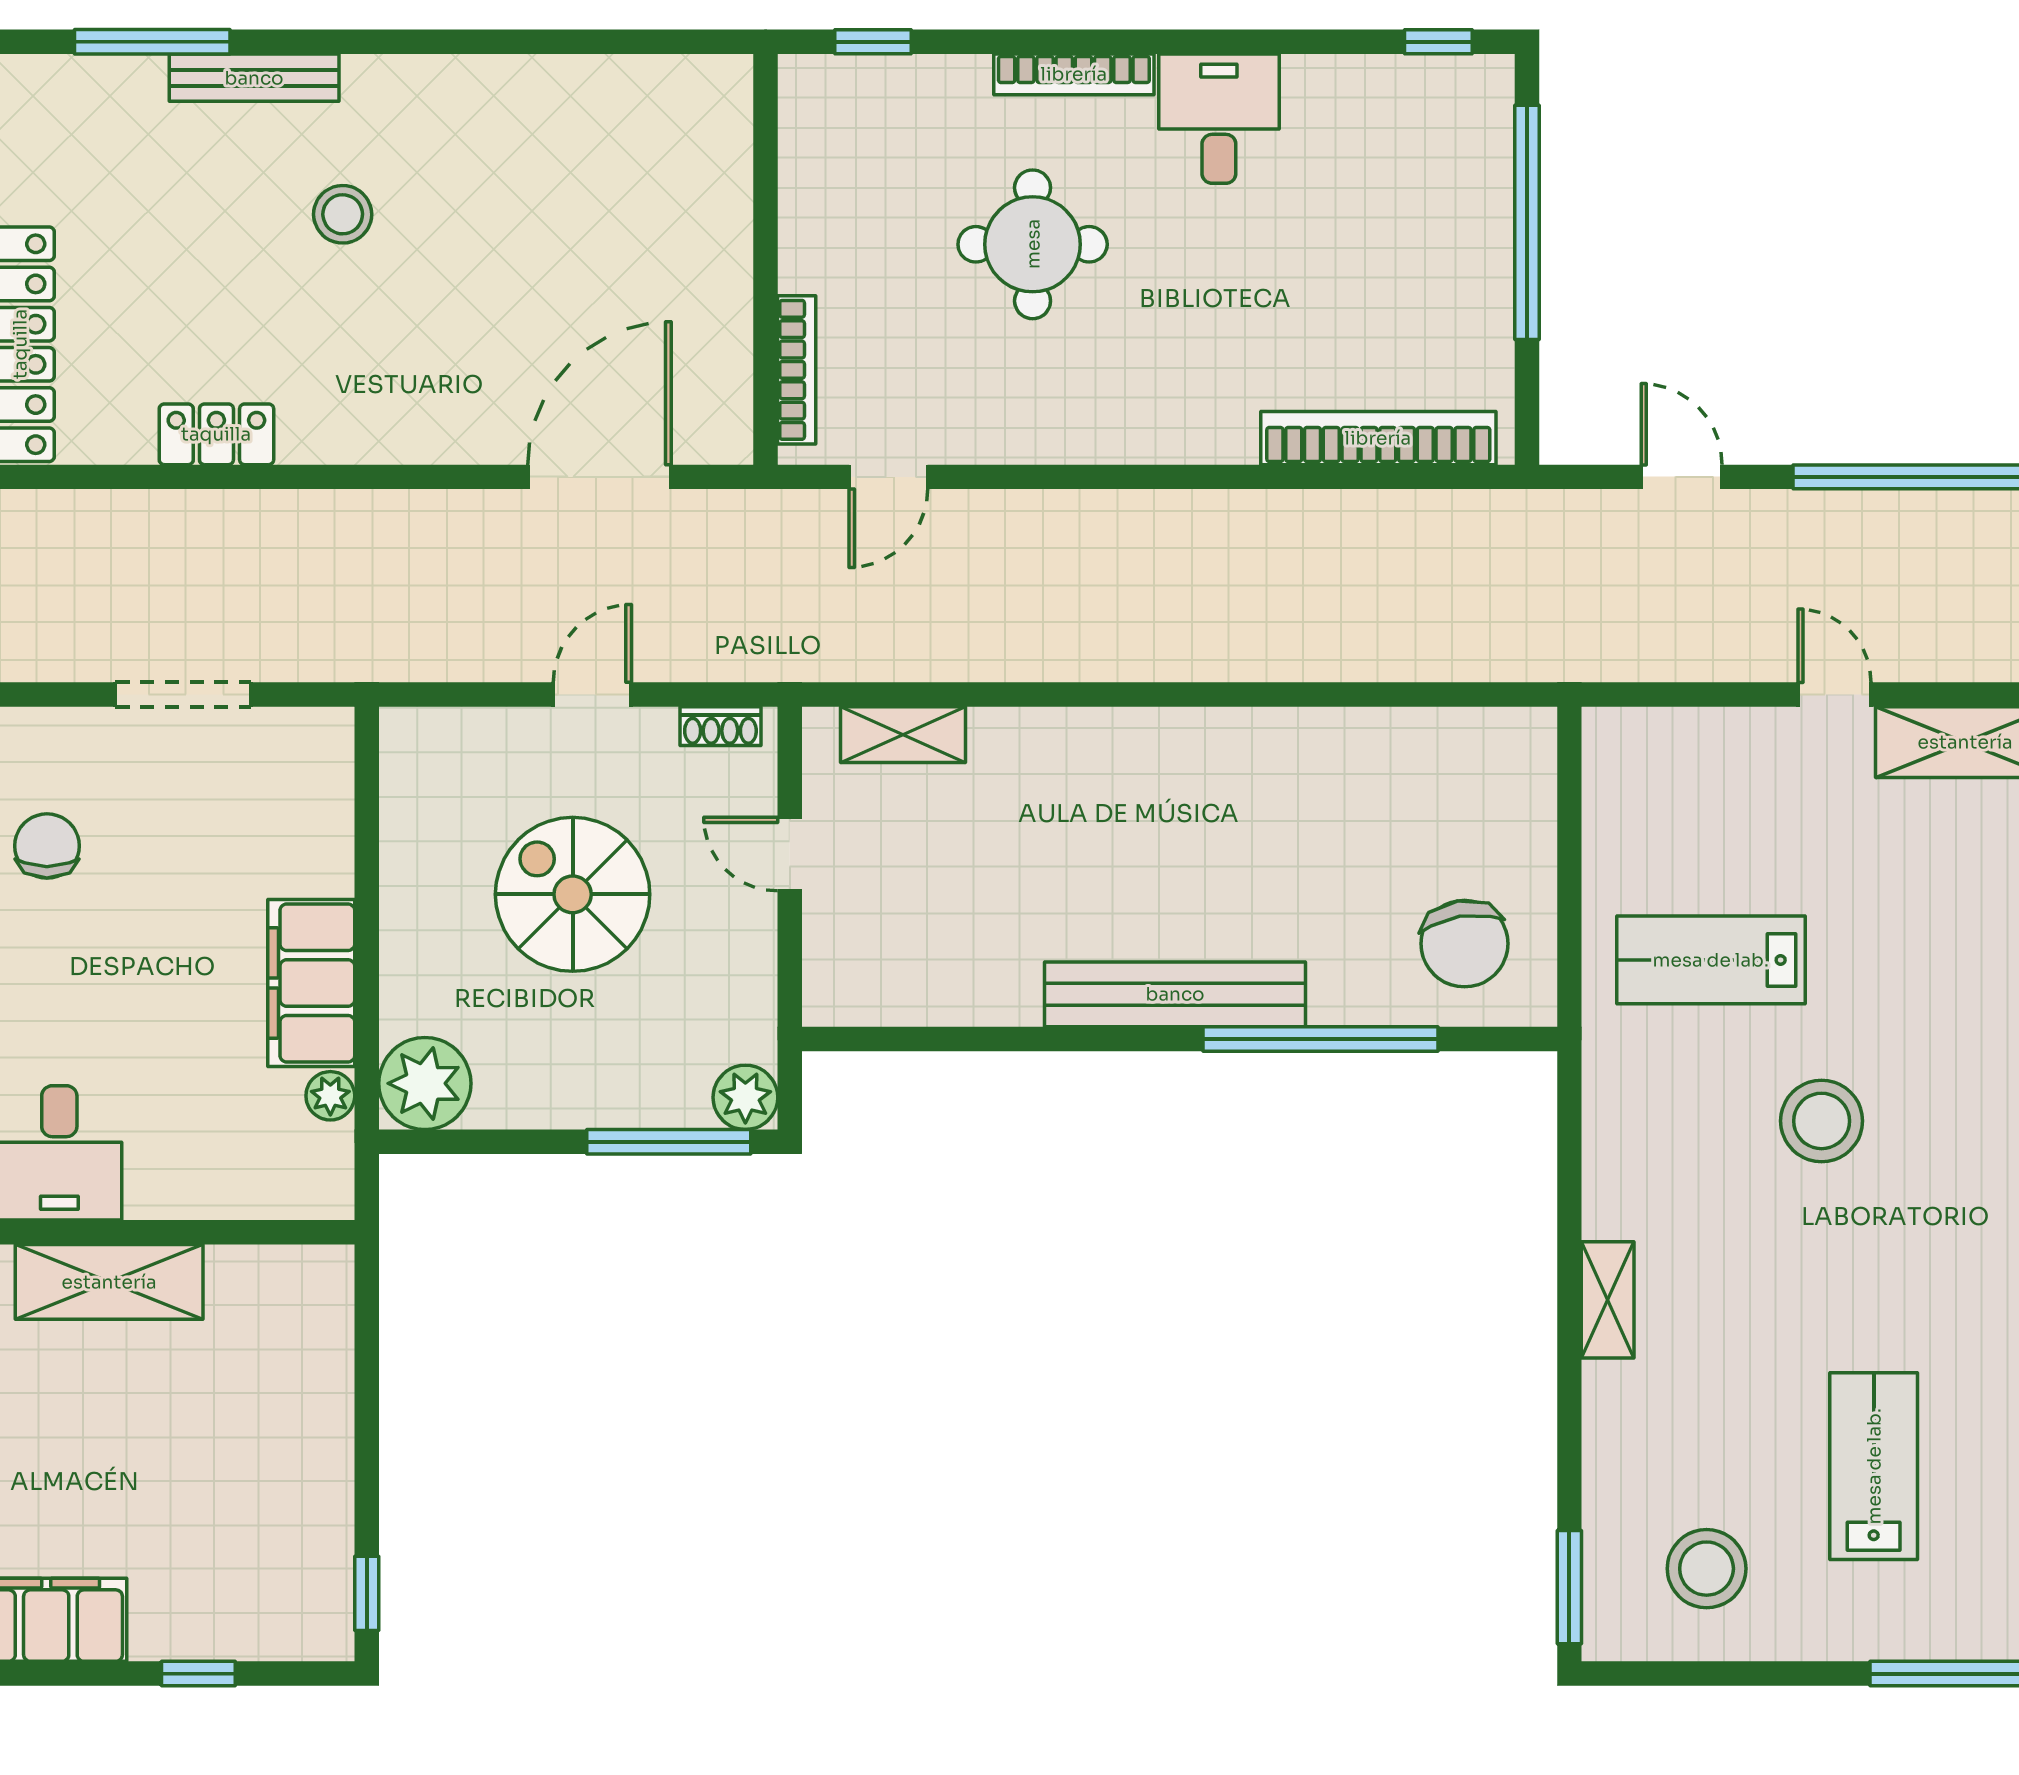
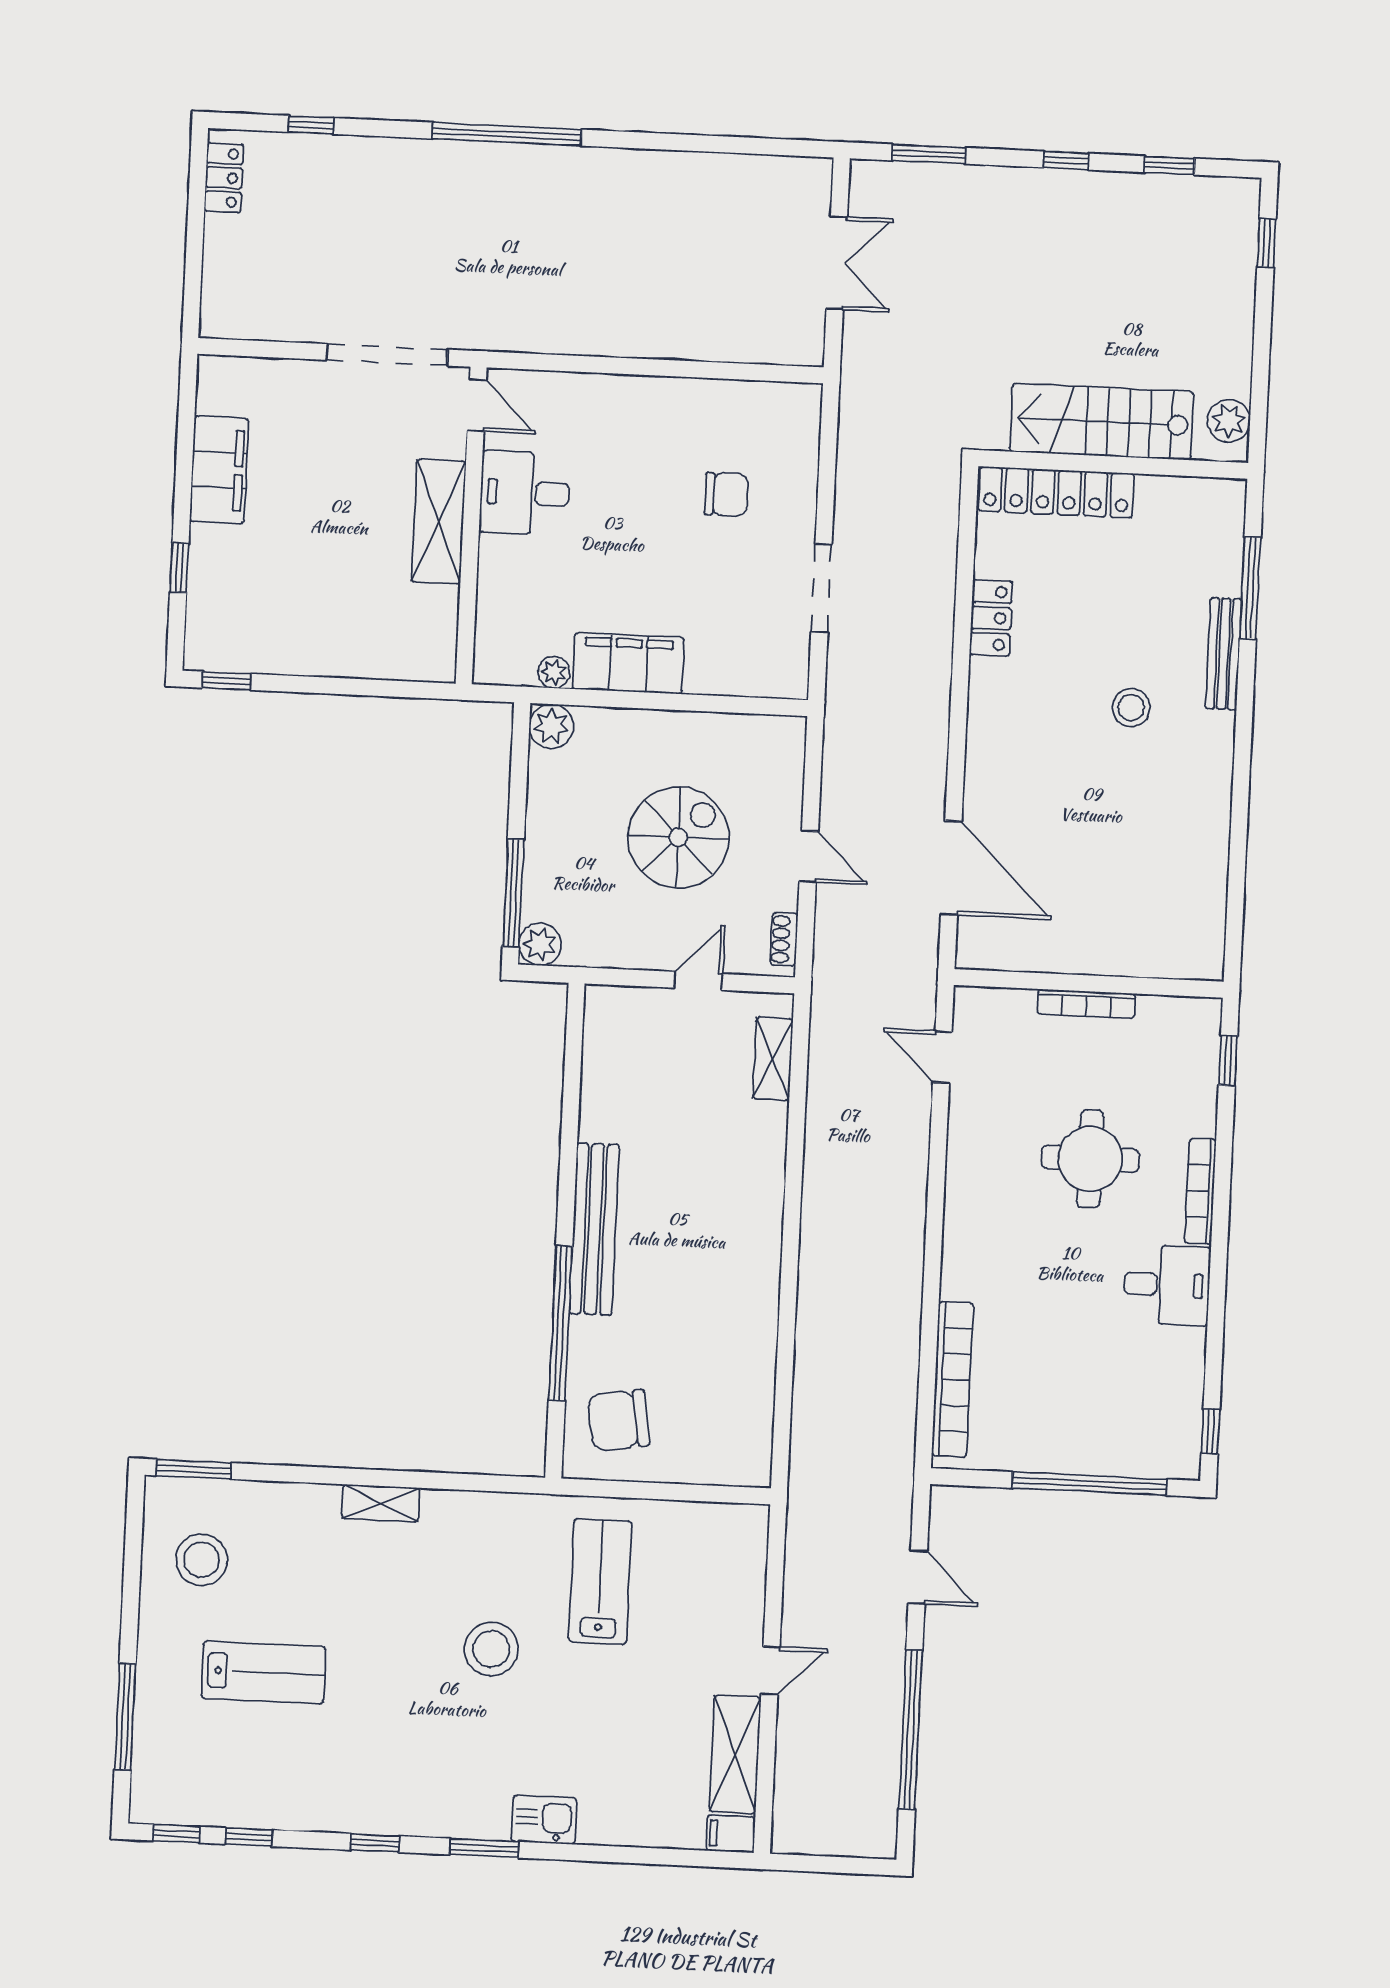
bookcase: (797, 370) -> (1086, 1004), moved
door: (1682, 477) -> (918, 1577), hinge flipped
plant: (425, 1083) -> (551, 726), width x0.73, depth x0.73

